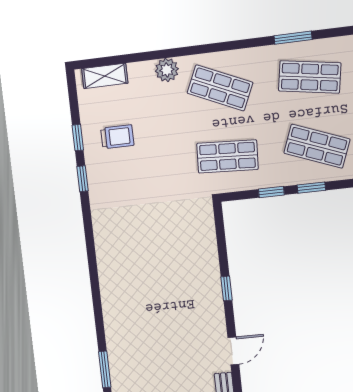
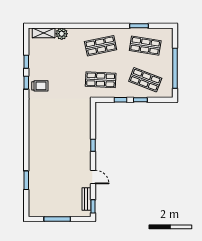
plant: (167, 70) -> (62, 34), moved
shop shelf: (220, 88) -> (101, 46), turned -36
trolley: (117, 137) -> (40, 86), moved
door: (233, 351) -> (93, 177), hinge flipped

